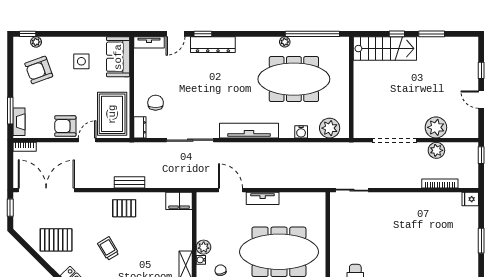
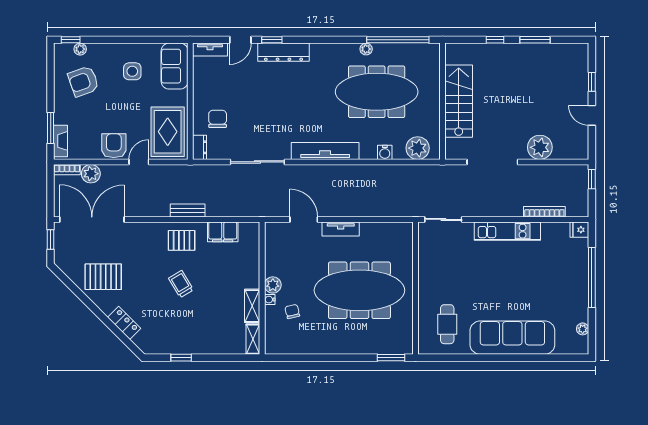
stairs: (385, 49) -> (459, 101), moved, turned -90
armchair: (65, 126) -> (114, 146), turned 90
plant: (436, 150) -> (91, 174), moved
kitchen unit: (408, 200) -> (507, 231), added
filing cabinet: (179, 201) -> (223, 232), moved
window: (481, 241) -> (592, 277), width x2.11
trolley: (108, 249) -> (181, 284), moved

